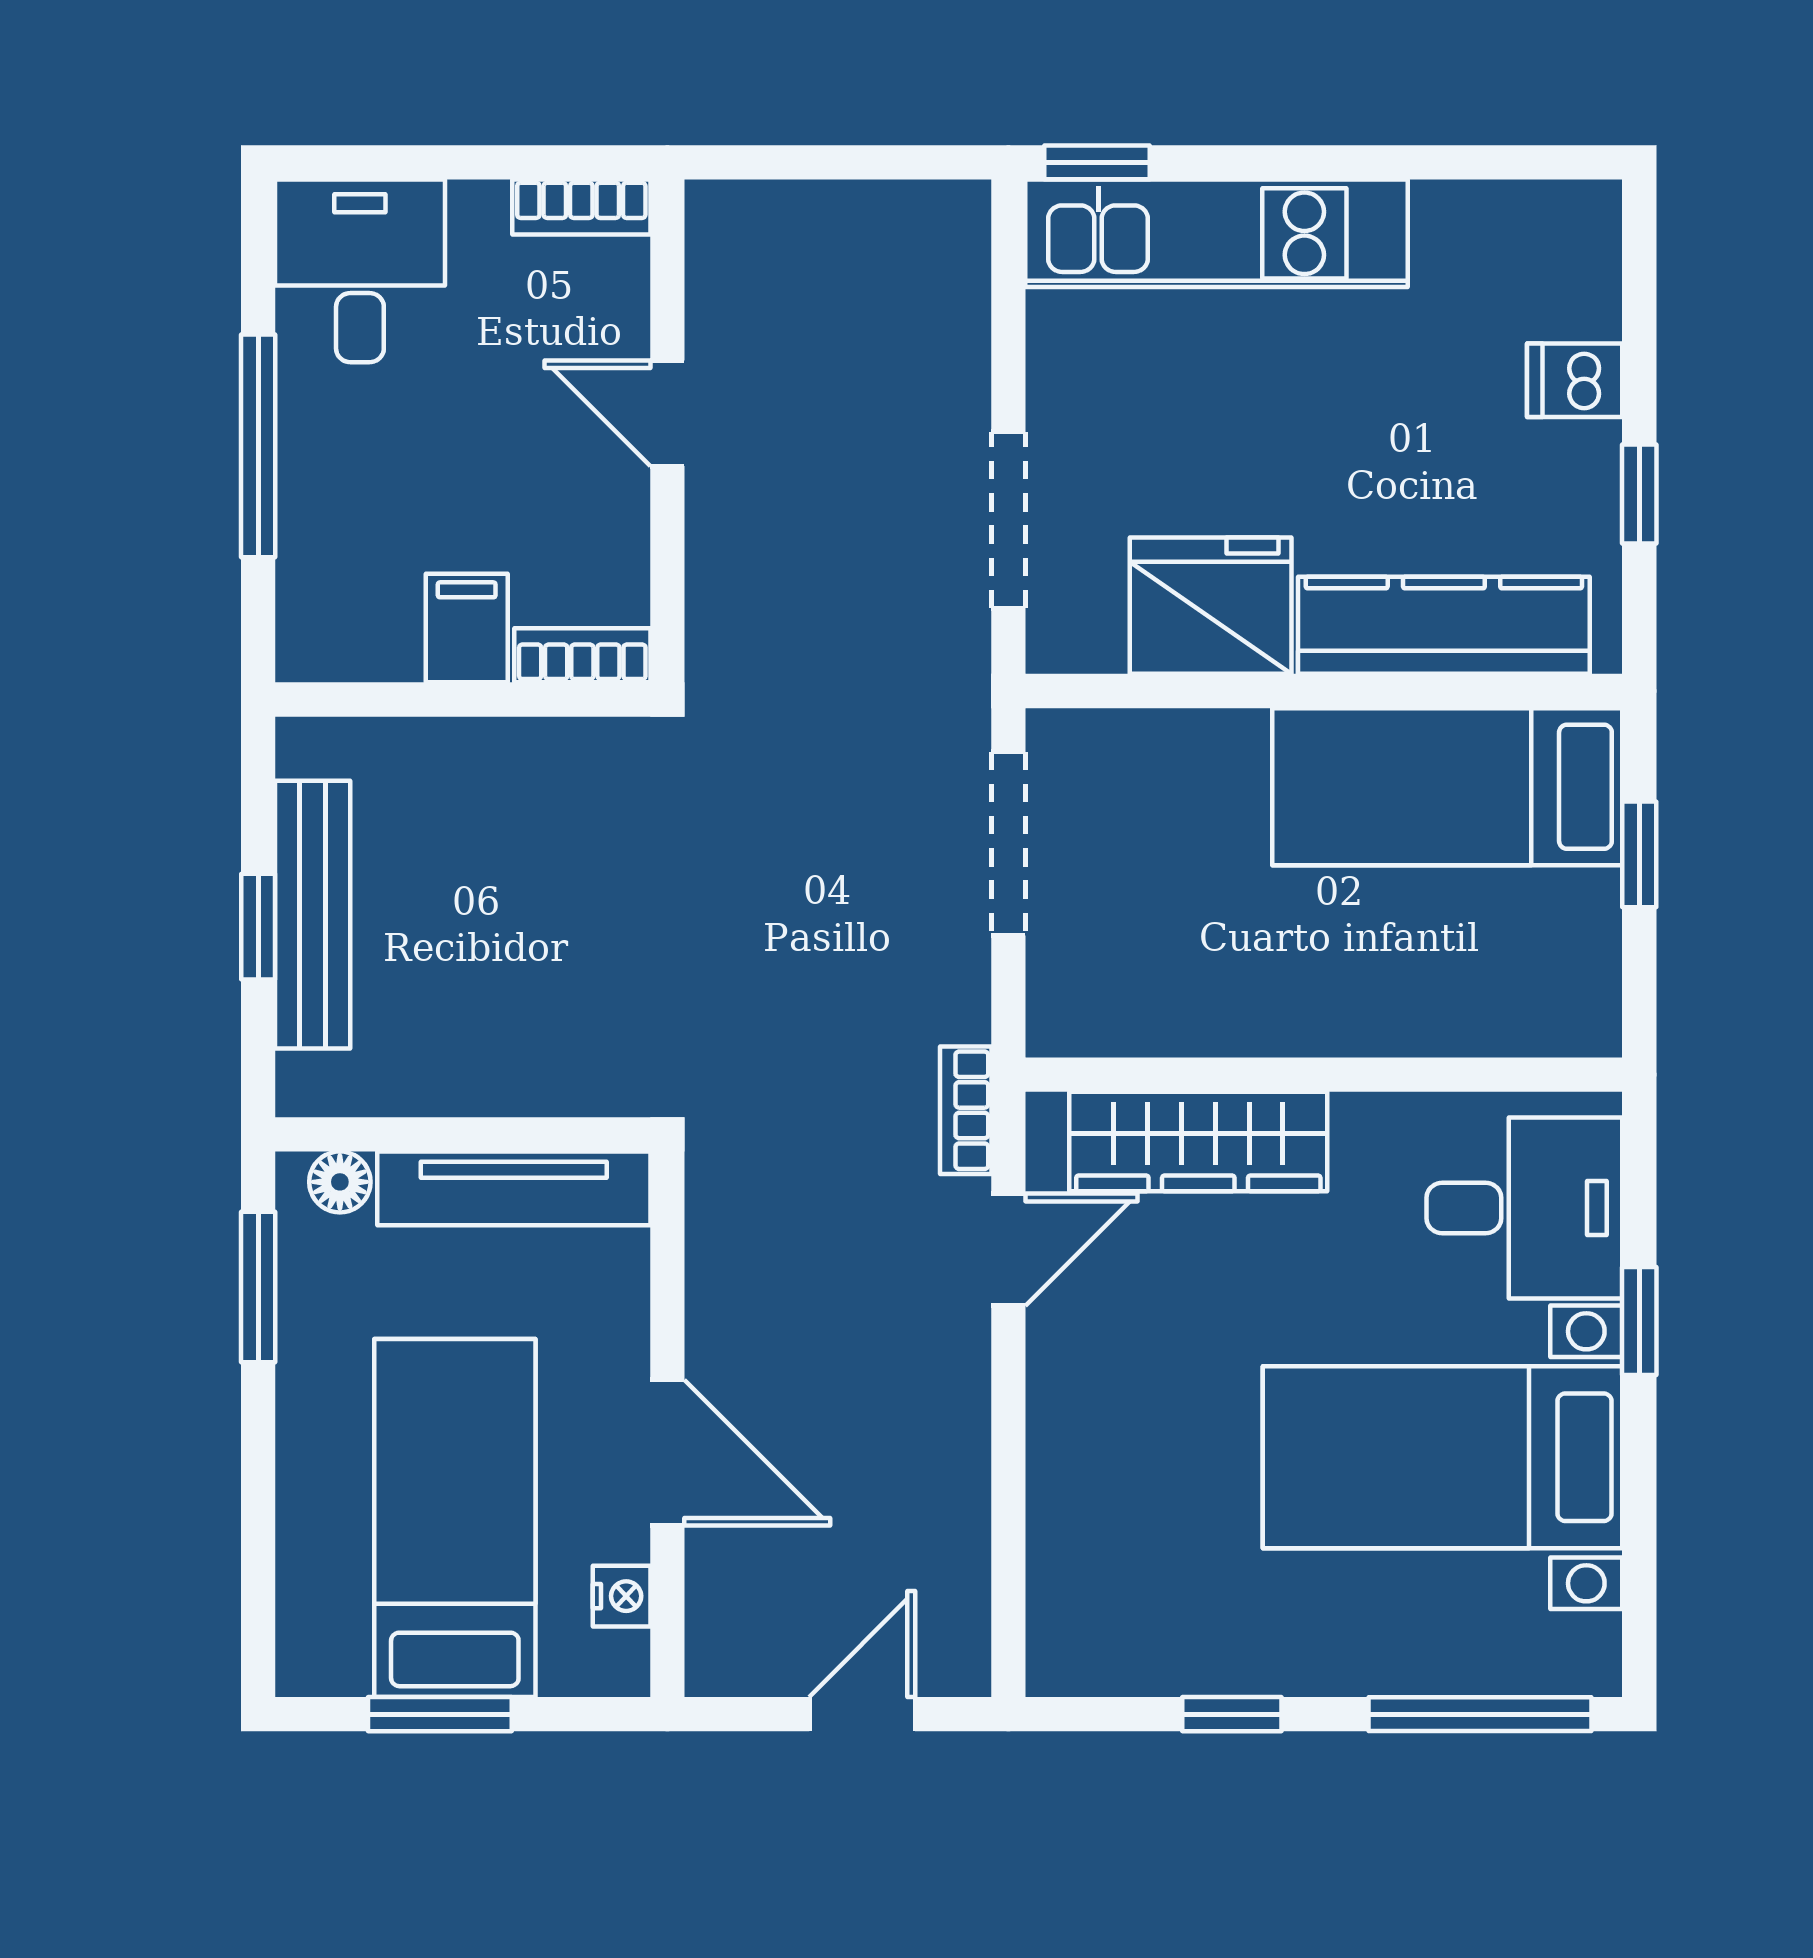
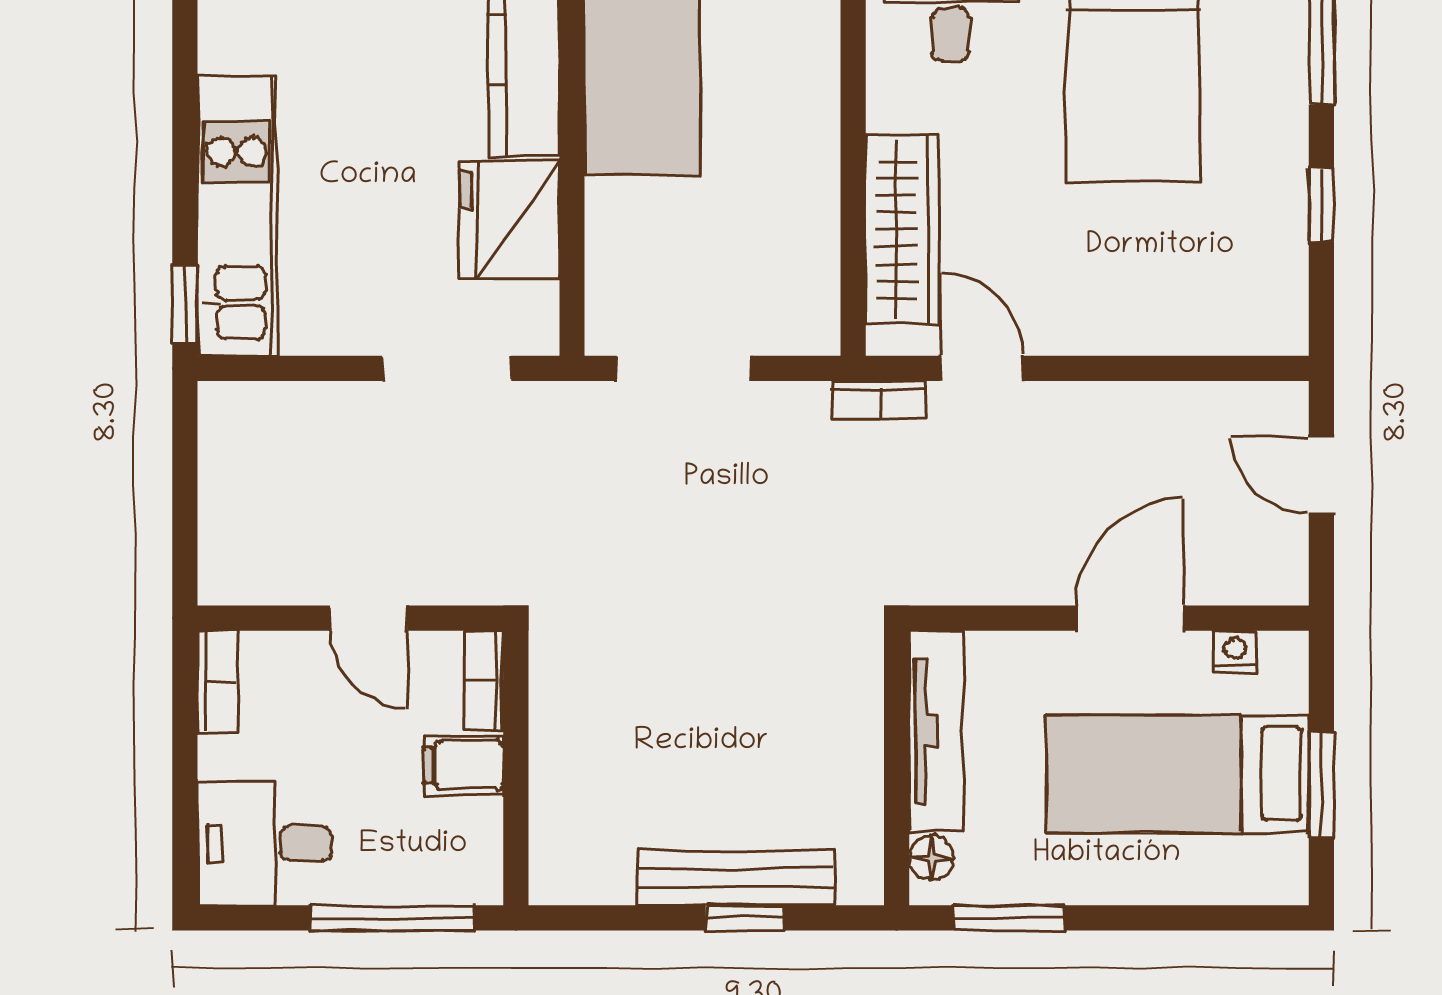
door: (667, 413) -> (369, 618), hinge flipped
filing cabinet: (467, 628) -> (463, 765), moved
bookcase: (582, 655) -> (483, 680), moved
wall: (463, 700) -> (516, 768), moved

